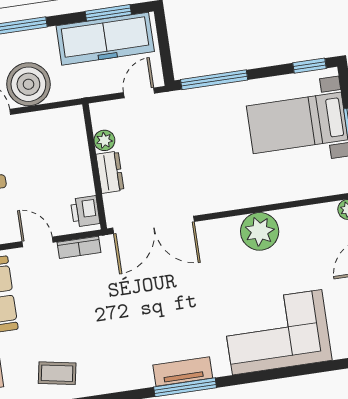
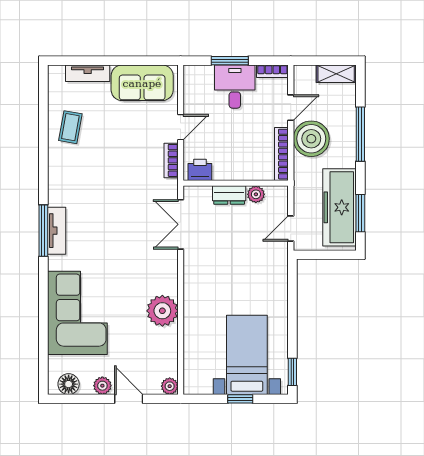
window: (214, 80) -> (292, 292), removed
door: (139, 93) -> (291, 228), swing flipped
bookcase: (52, 117) -> (281, 154), added
double door: (154, 225) -> (181, 224), width x0.73

